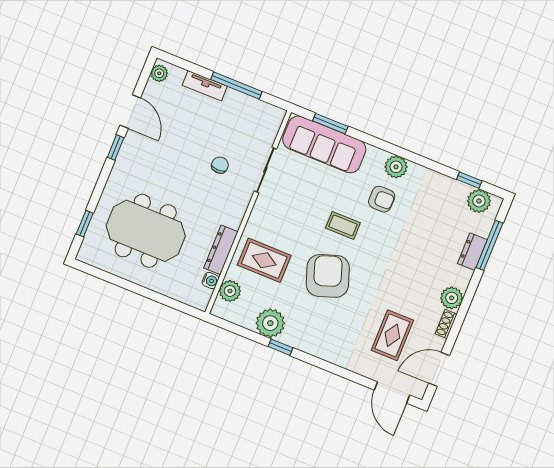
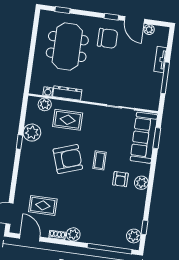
plant: (159, 73) -> (149, 30), moved
door: (130, 111) -> (134, 20), hinge flipped
chair: (220, 165) -> (108, 38), moved, width x1.87, depth x1.87
window: (489, 245) -> (109, 249), width x1.46
dresser: (472, 252) -> (103, 240), removed
rug: (264, 260) -> (68, 120), turned 90

